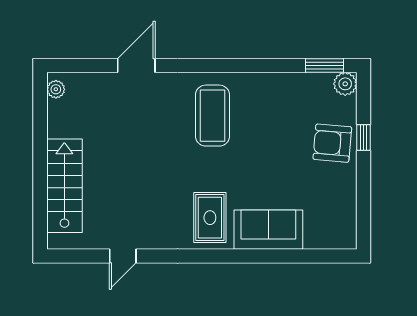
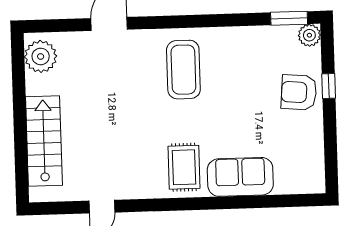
plant: (56, 89) -> (41, 56), width x1.87, depth x1.87

